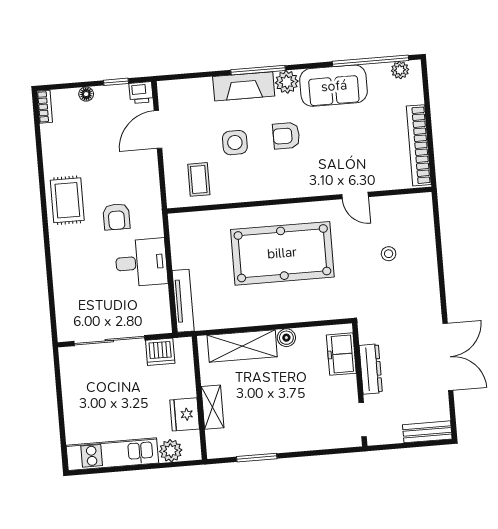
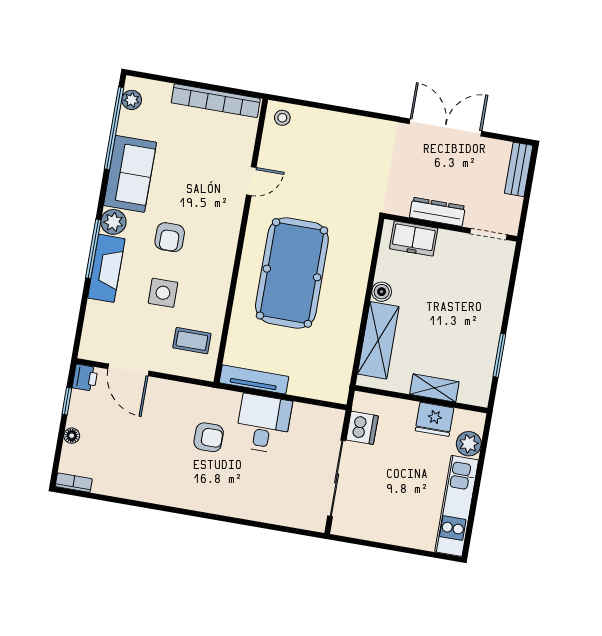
rug: (67, 200) -> (178, 484), removed
stool: (389, 254) -> (282, 118), moved
tv unit: (183, 301) -> (254, 380), moved

